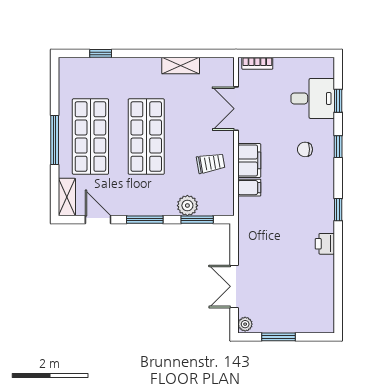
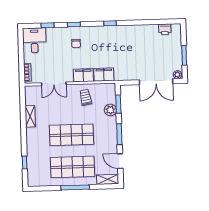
desk: (313, 98) -> (34, 40), moved
filing cabinet: (249, 188) -> (104, 75), width x2.00
door: (98, 220) -> (120, 161), hinge flipped
printer: (325, 244) -> (165, 29), moved
double door: (234, 286) -> (156, 82), width x1.37

